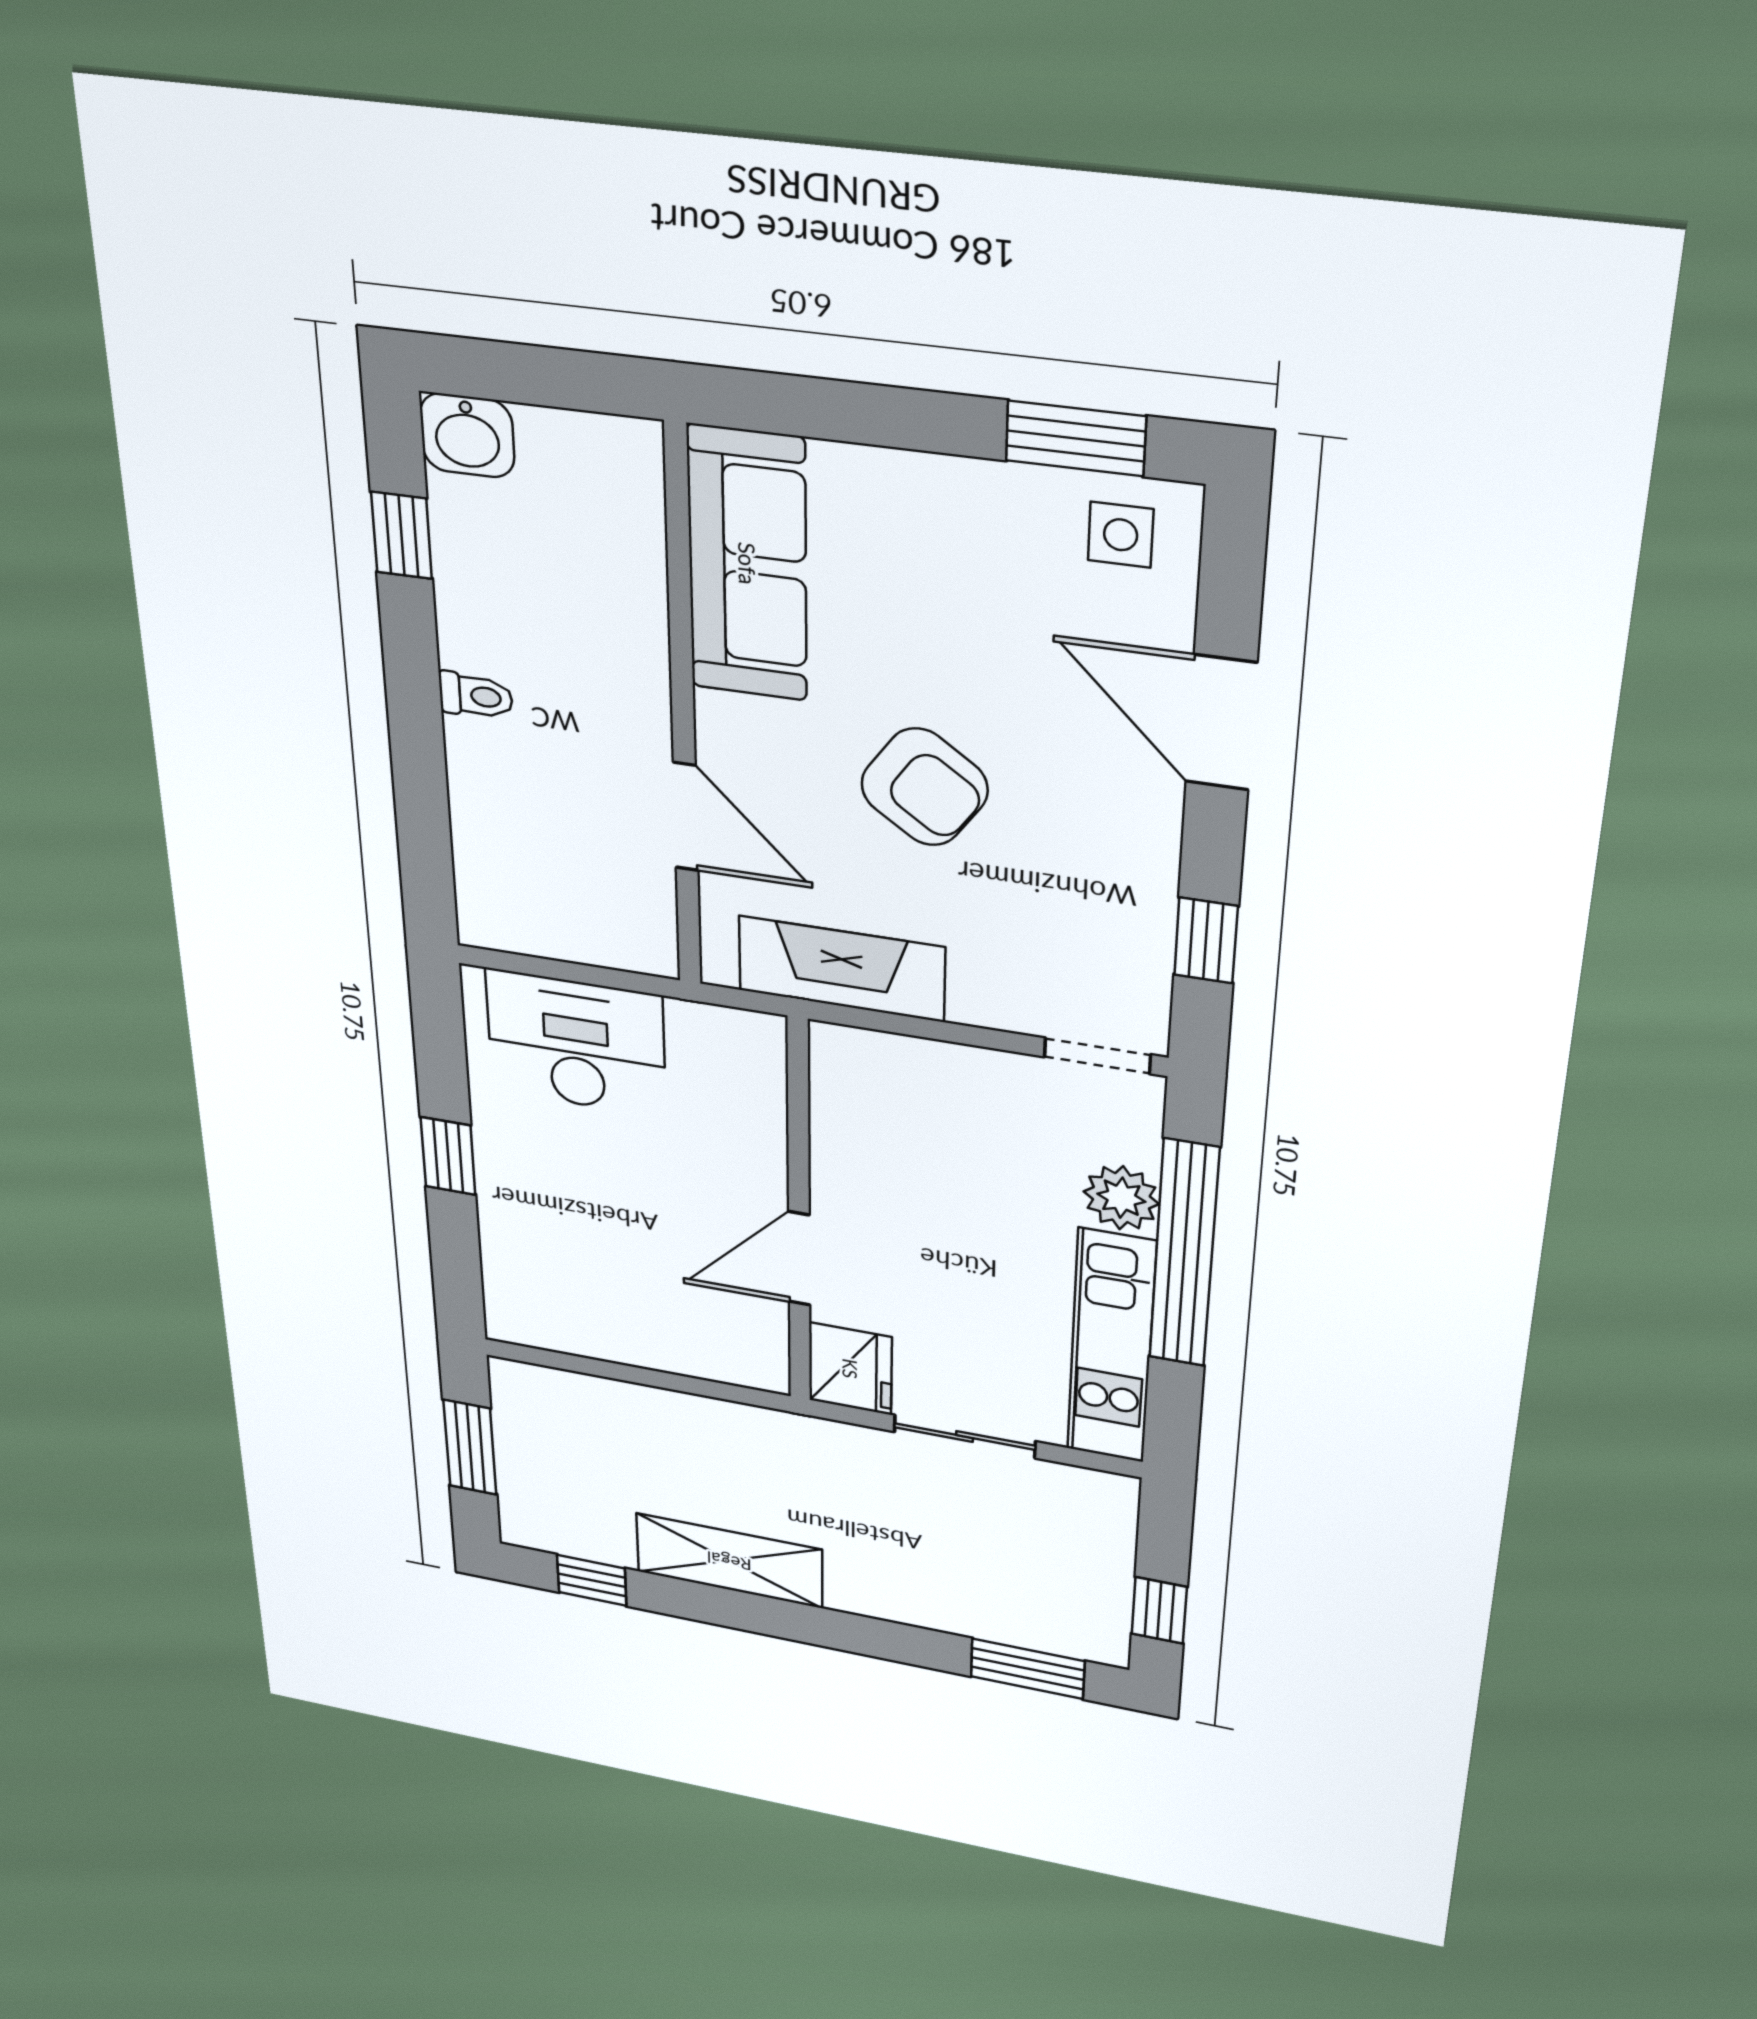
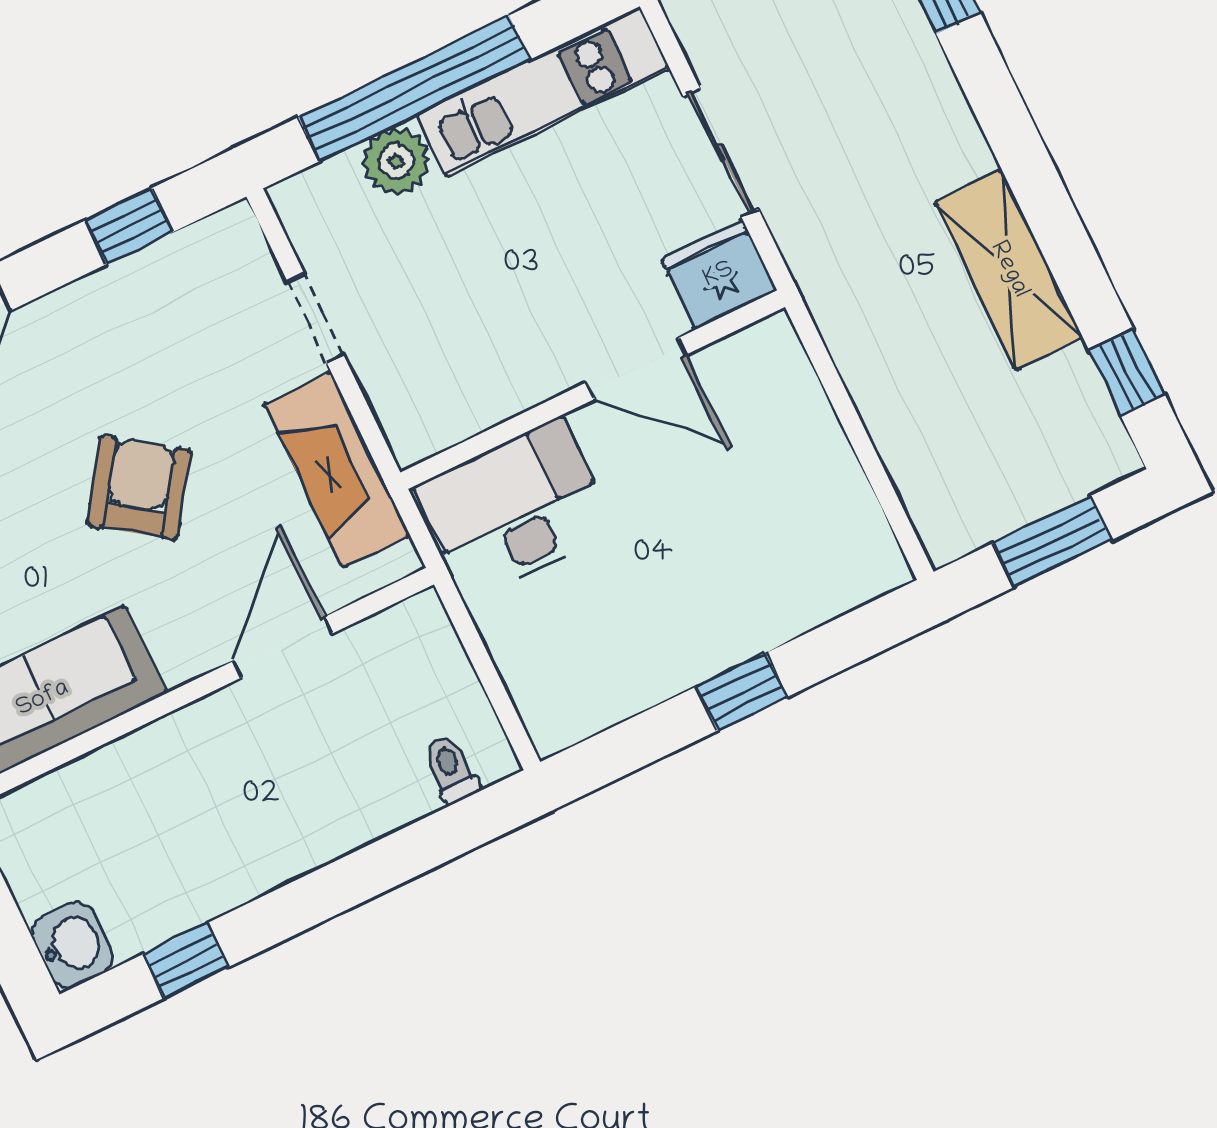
toilet: (476, 696) -> (451, 769), moved
desk: (576, 1043) -> (515, 509), moved, turned 90
doorway: (1097, 1056) -> (316, 318), moved

